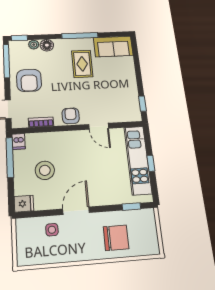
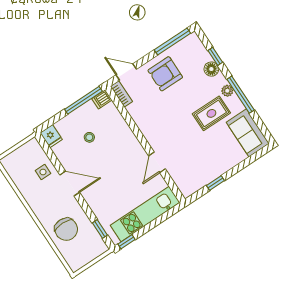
window: (19, 38) -> (215, 56), moved
plant: (34, 45) -> (227, 91), moved
window: (142, 104) -> (215, 183), moved
armchair: (71, 116) -> (153, 132), removed
bookcase: (41, 122) -> (121, 94), moved
window: (151, 163) -> (127, 242), moved
stool: (45, 170) -> (89, 137), width x0.53, depth x0.53

